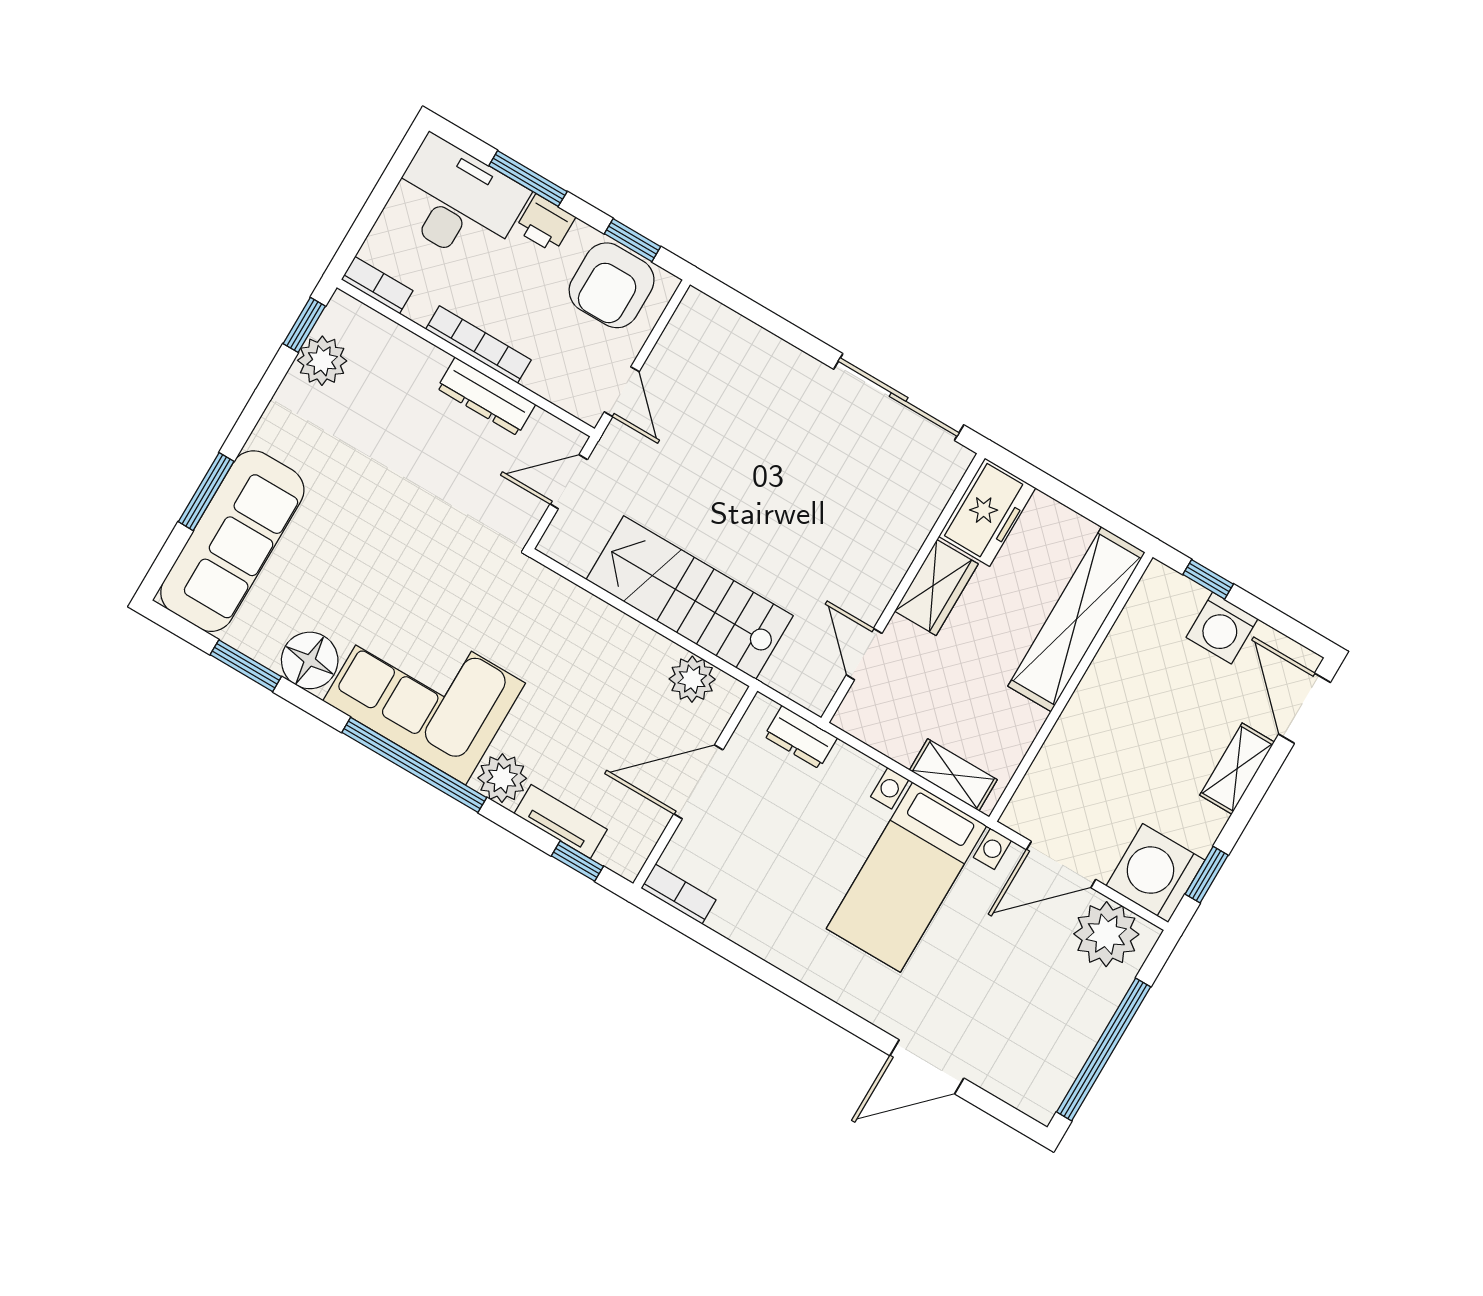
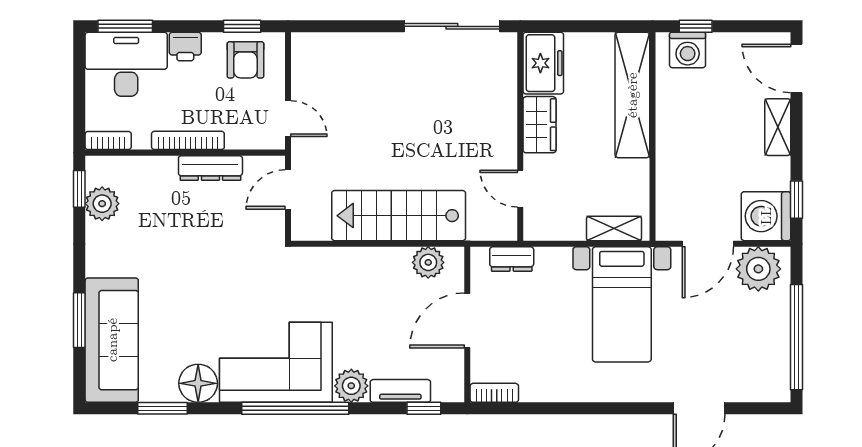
window: (528, 179) -> (125, 26), moved
armchair: (612, 285) -> (245, 60), width x0.72, depth x0.72
washing machine: (1222, 628) -> (688, 50), moved

